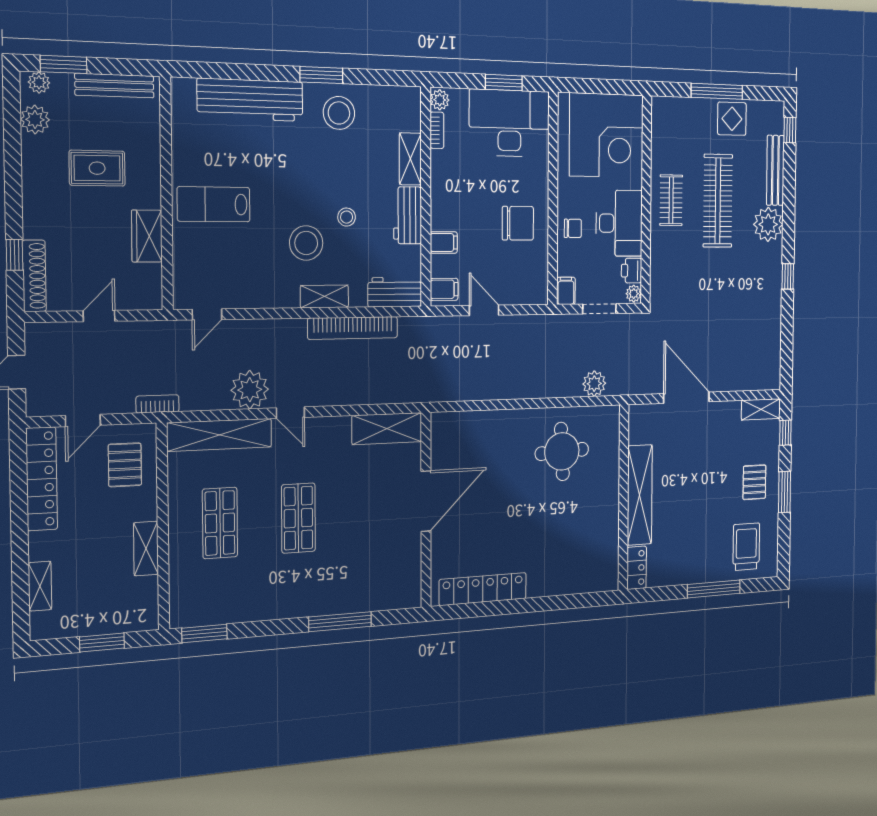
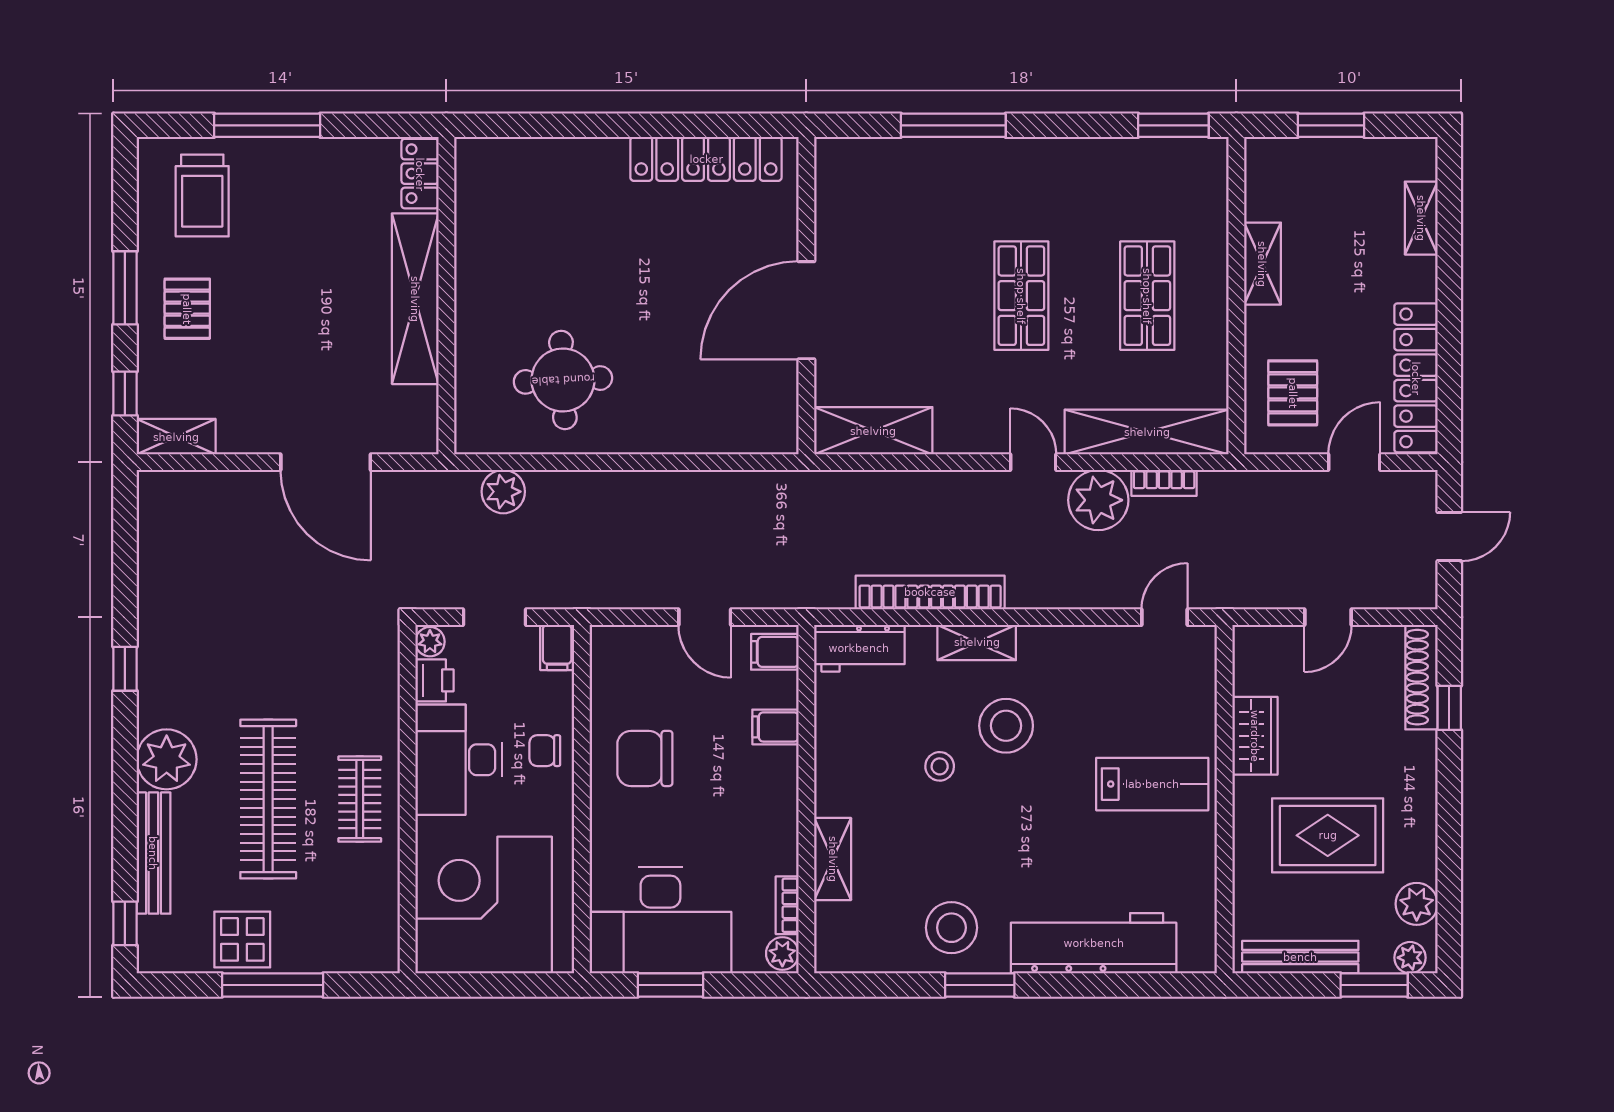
rug: (97, 168) -> (1328, 835), width x1.36, depth x1.43
workbench: (408, 215) -> (837, 770), removed
bookcase: (158, 404) -> (1164, 483), moved

